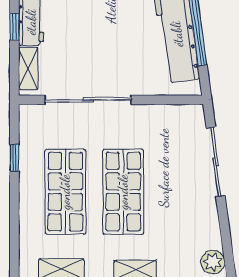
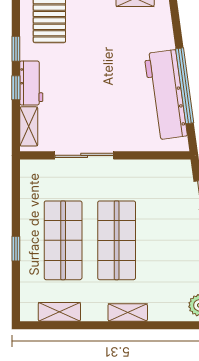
sliding door: (88, 100) -> (84, 155), width x0.73
window: (14, 158) -> (16, 249), moved

